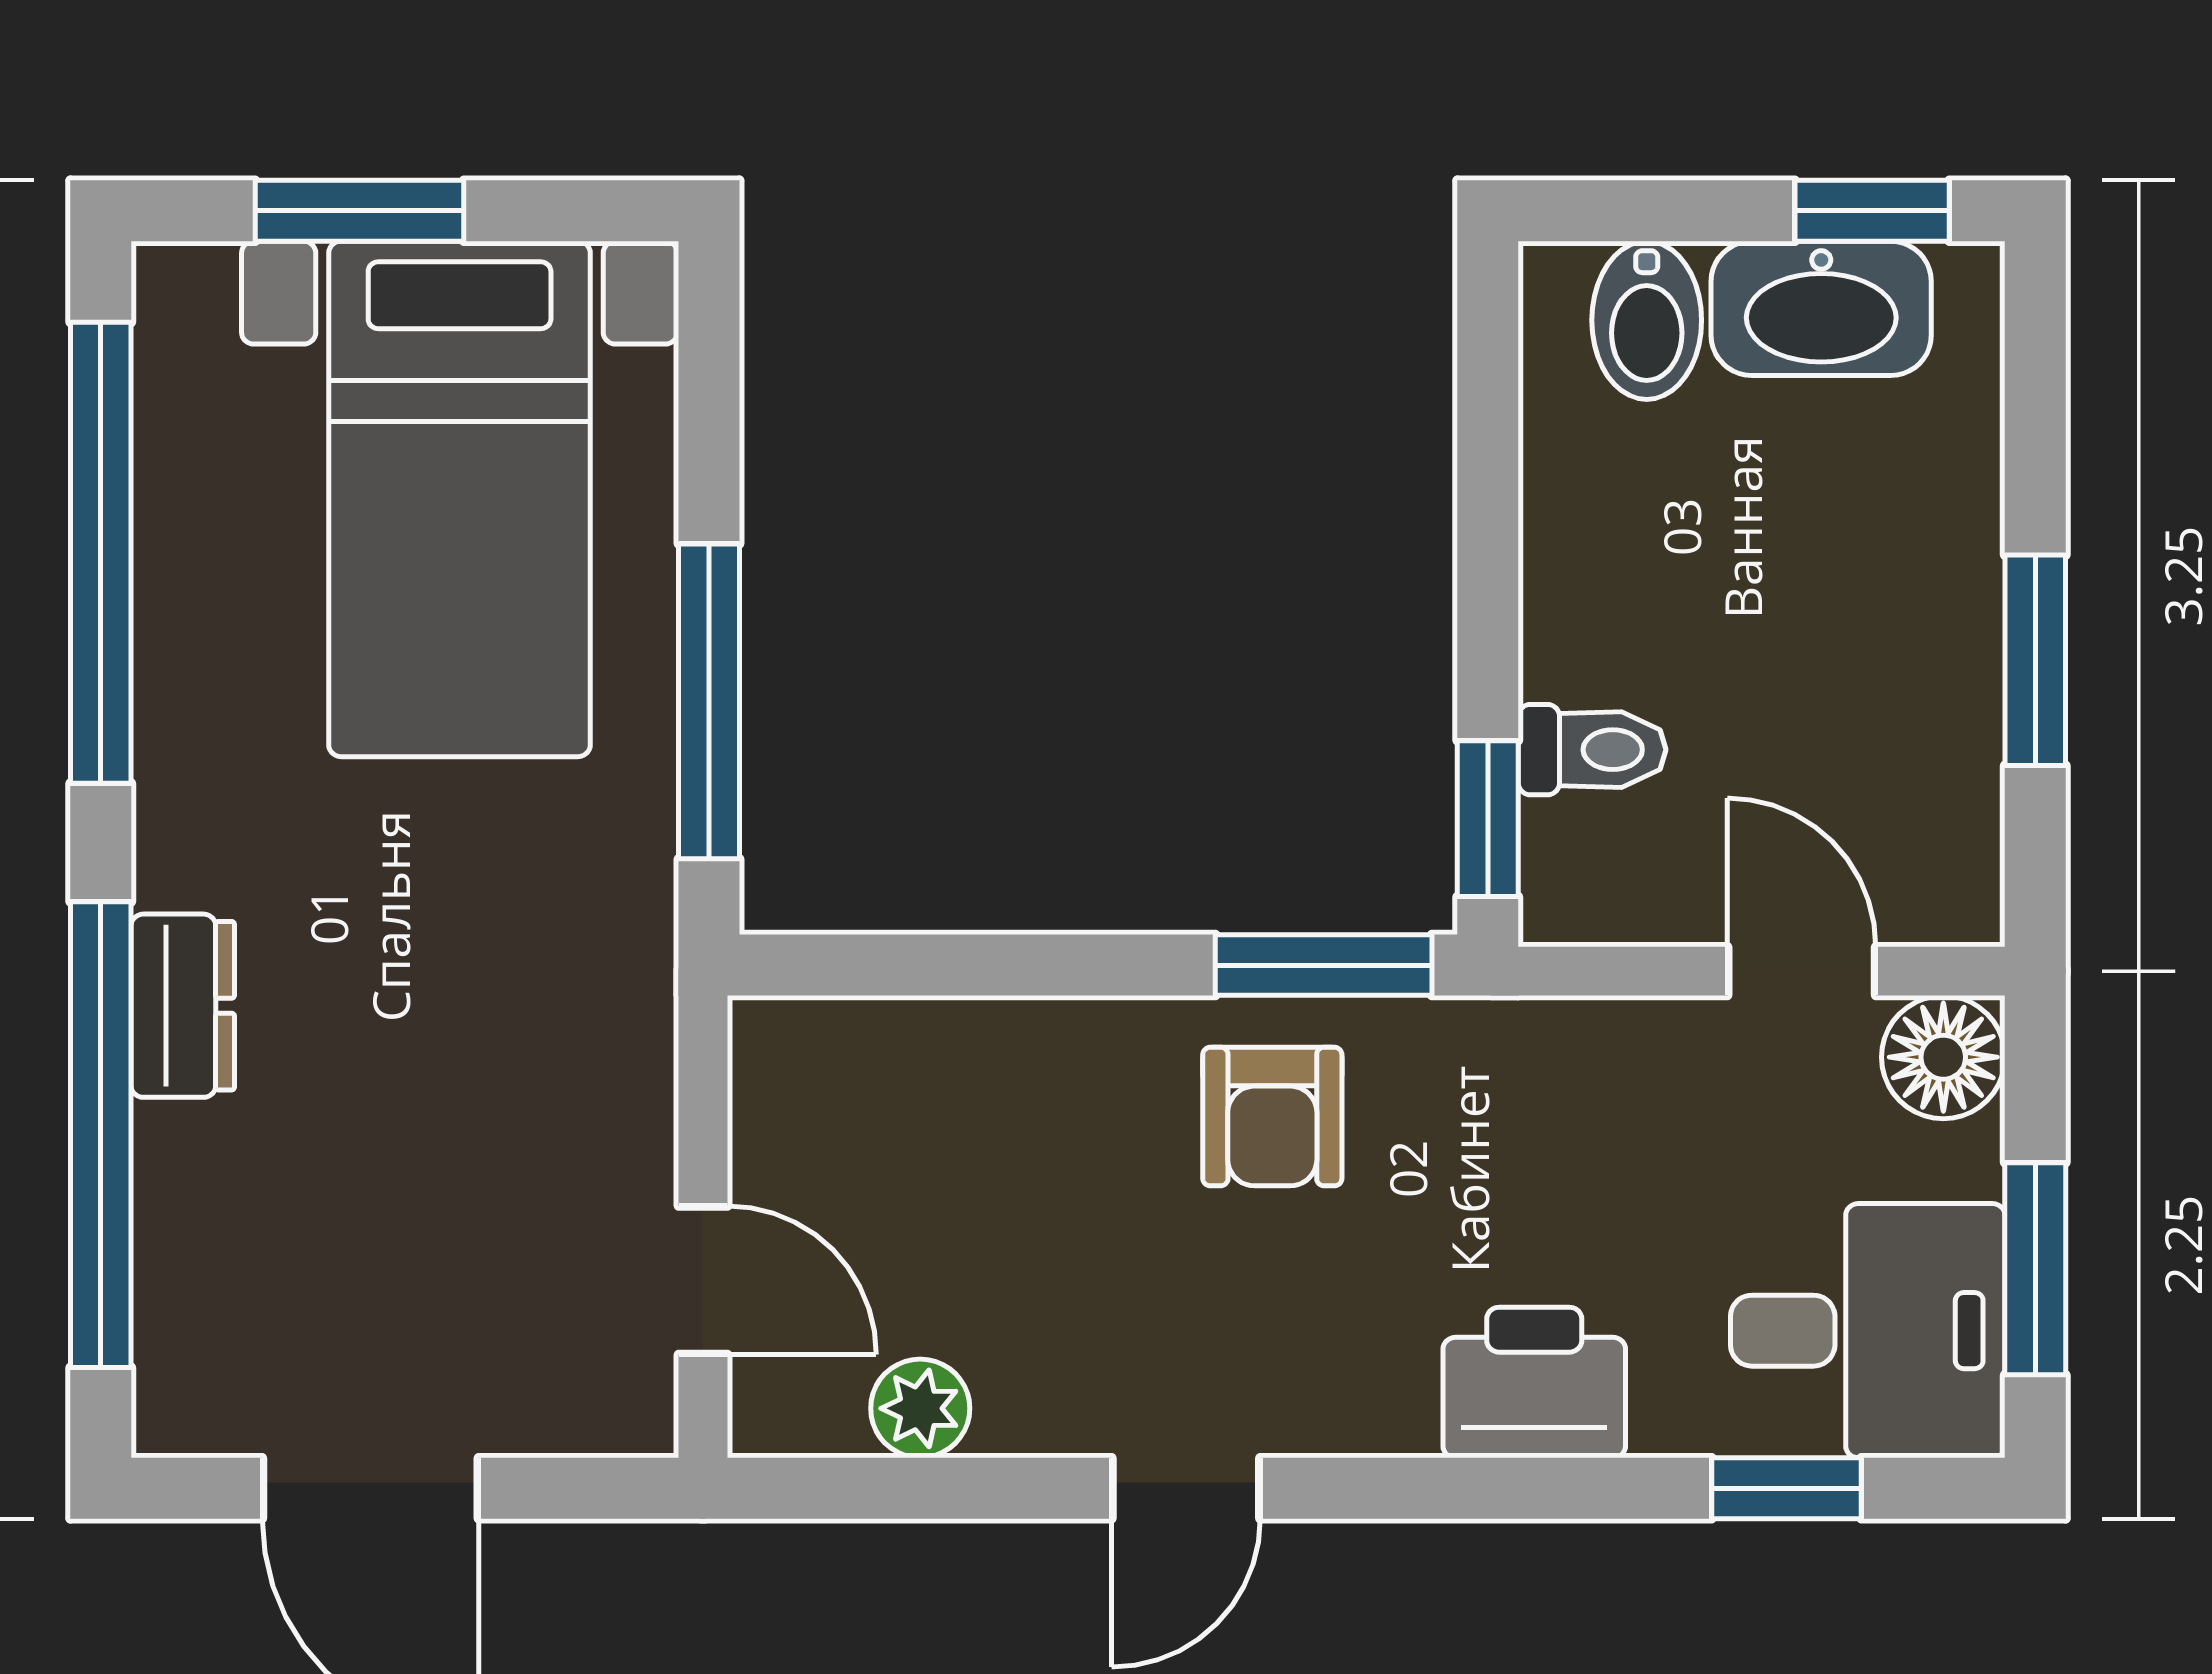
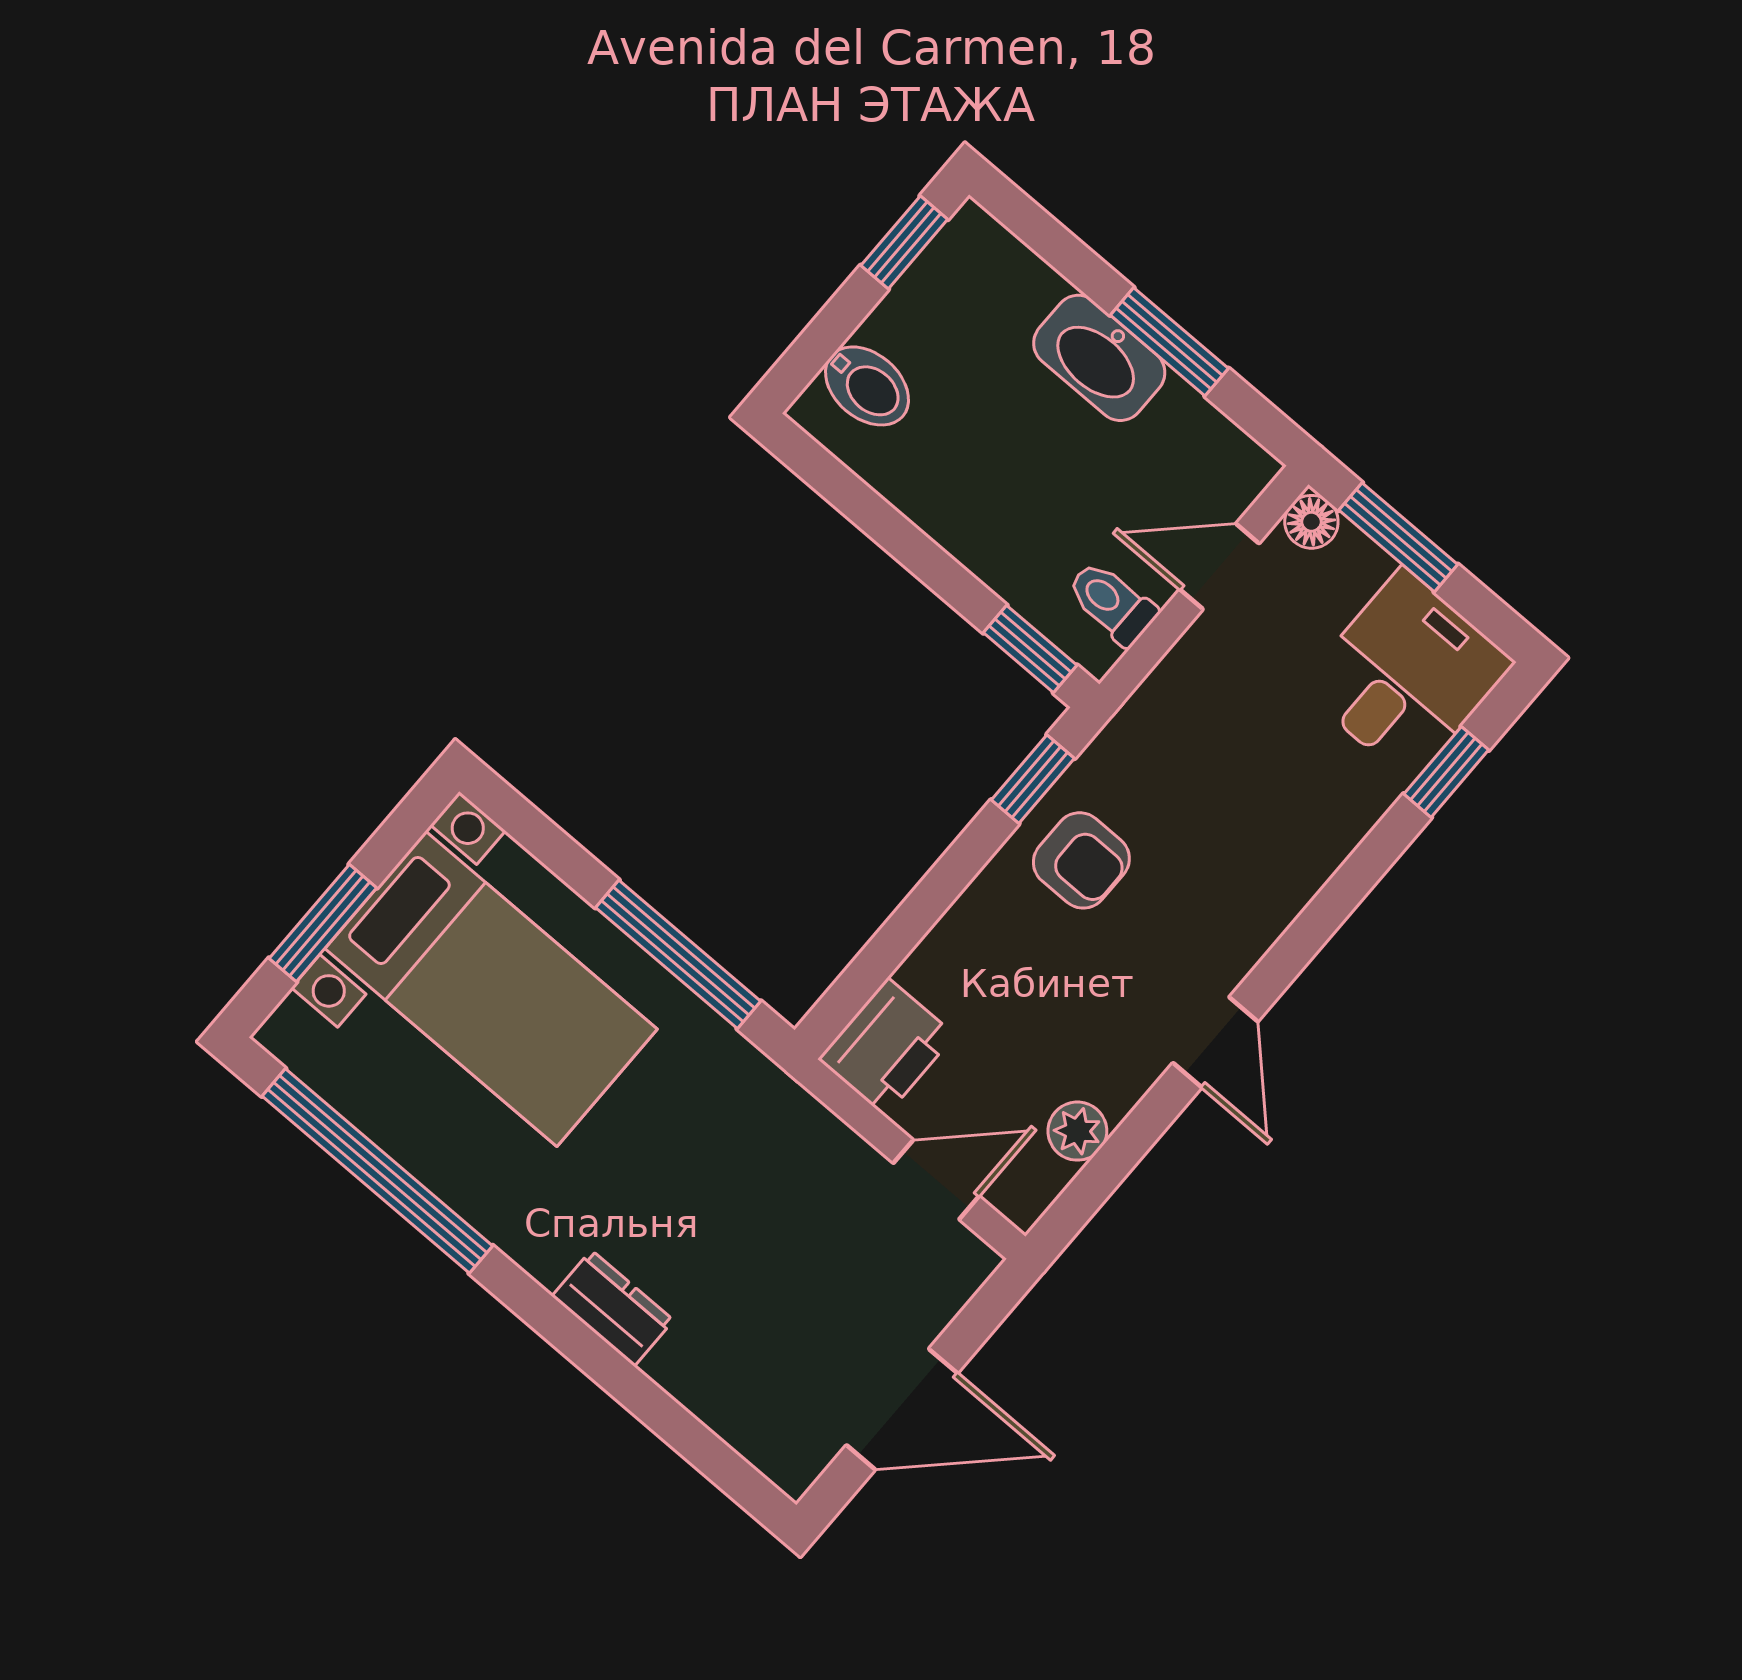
washbasin: (1821, 308) -> (1099, 358), moved, turned 90
toilet: (1592, 750) -> (1112, 603), moved, turned -90
window: (1324, 965) -> (1033, 779), width x0.67
floor lamp: (1943, 1057) -> (1311, 522), width x0.73, depth x0.73
window: (101, 1135) -> (639, 1395), removed
window: (2035, 1269) -> (1398, 537), moved
printer: (1534, 1382) -> (886, 1047), moved, turned 180

